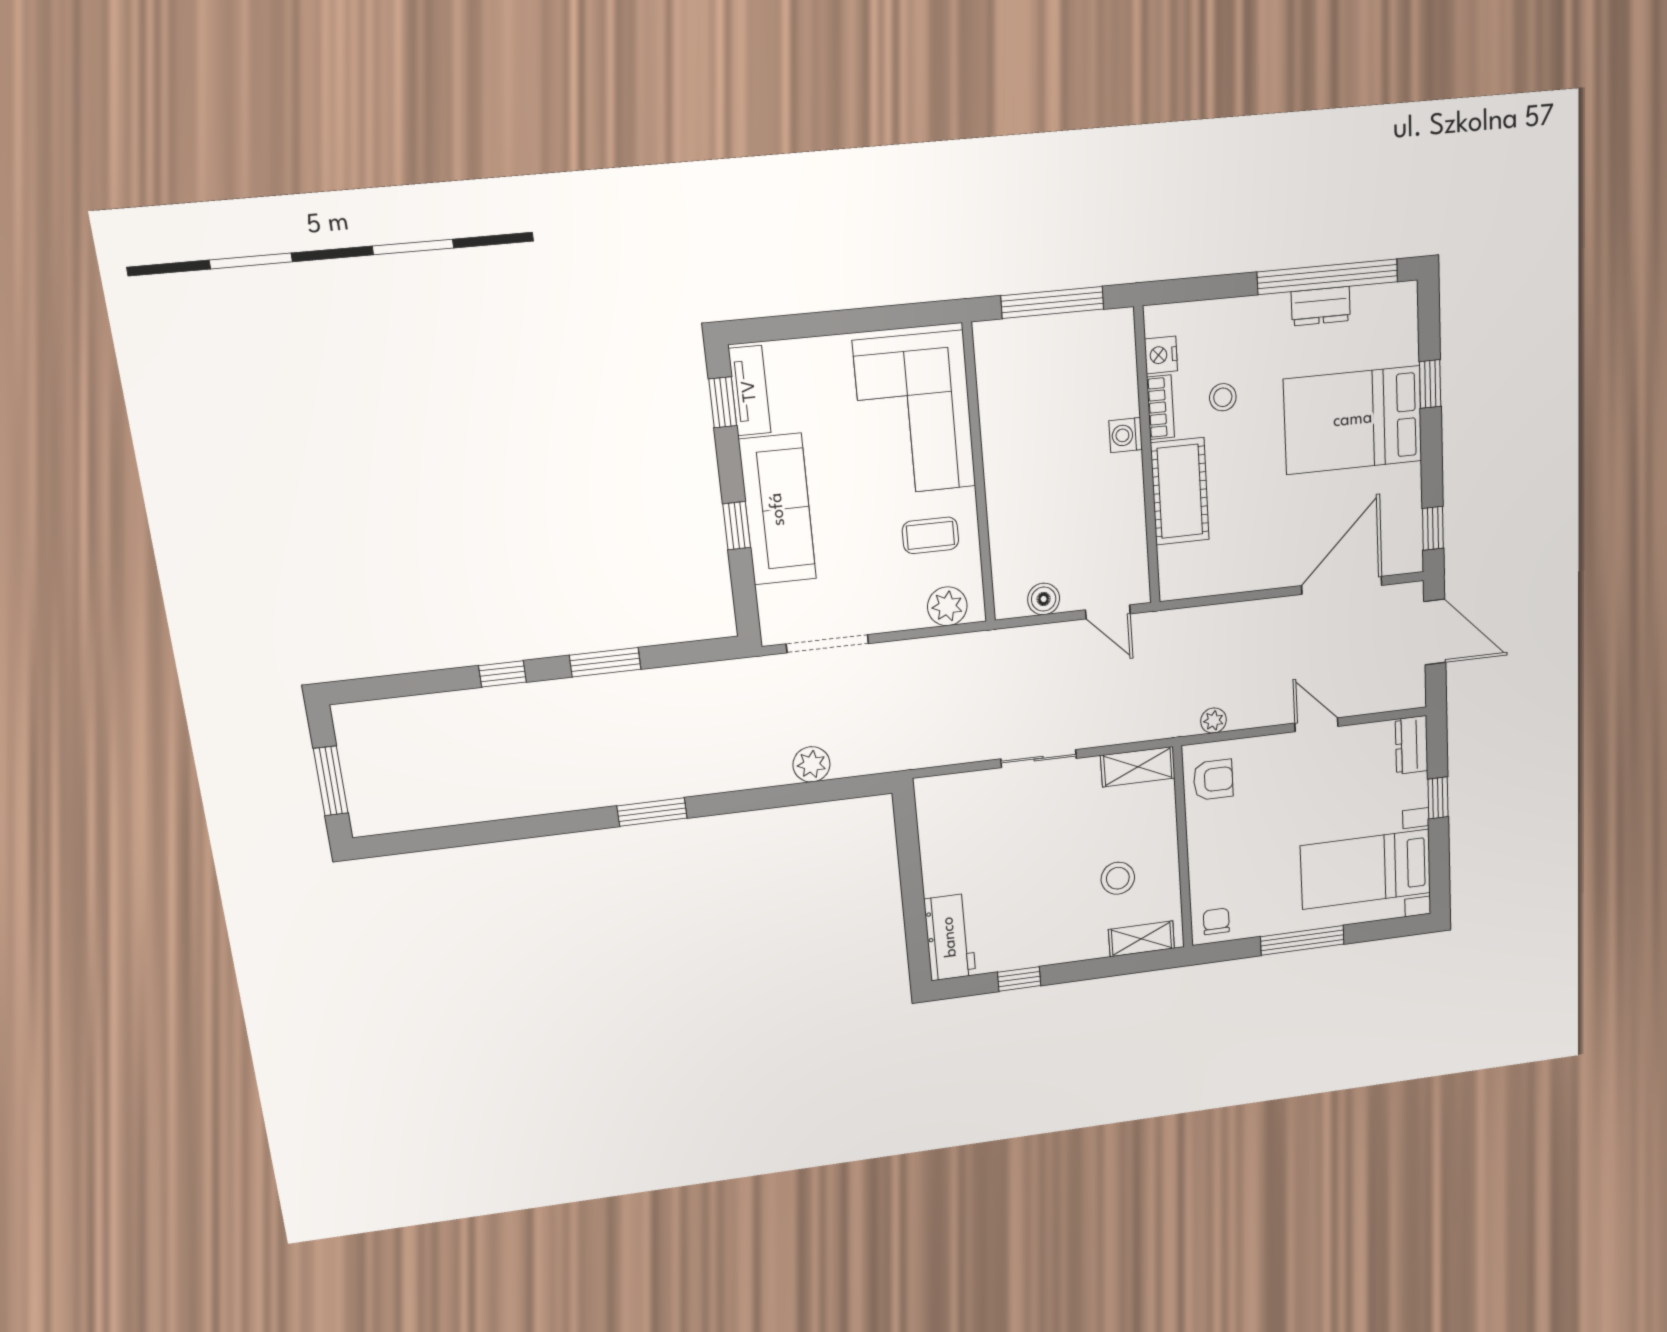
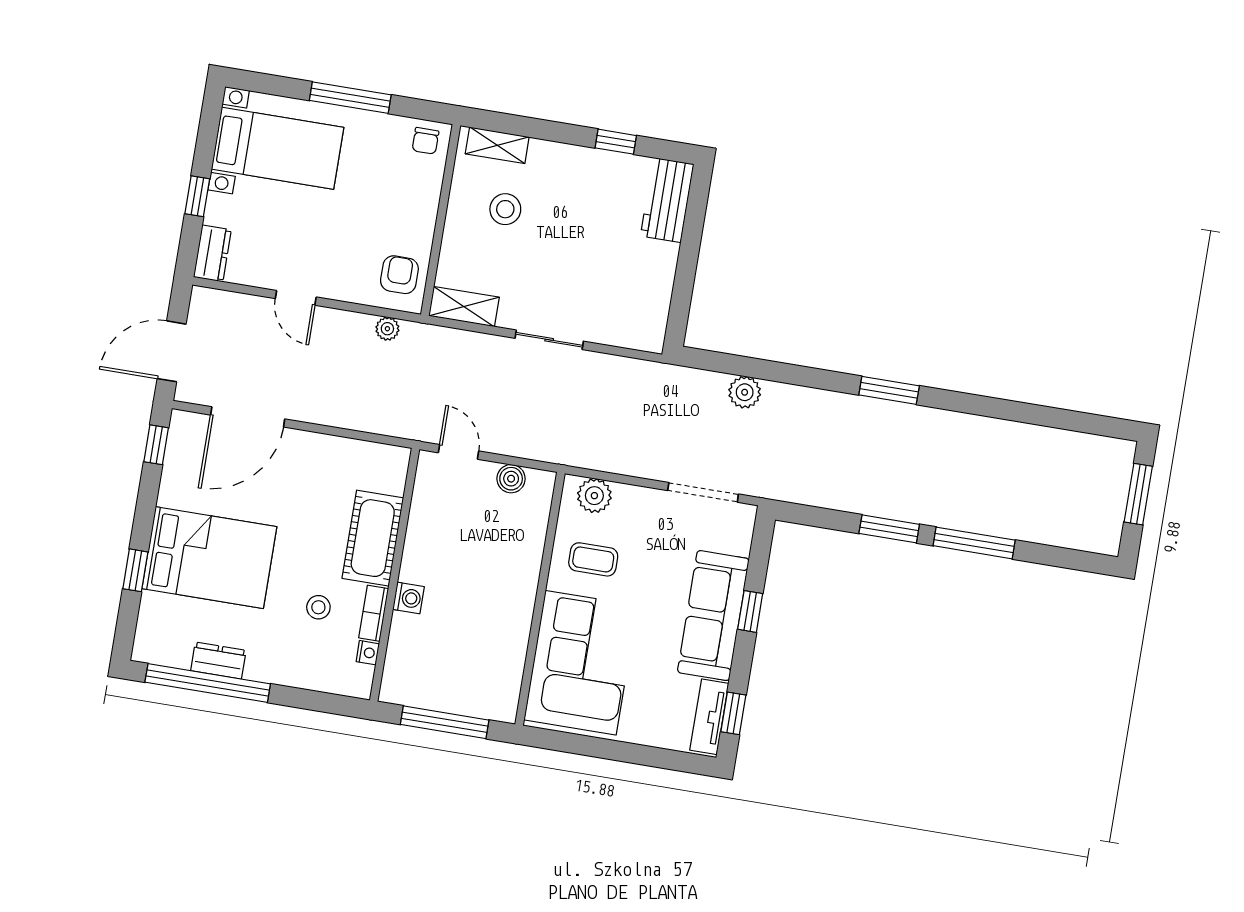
nightstand: (1161, 355) -> (368, 653), width x0.72, depth x0.74
door: (1435, 632) -> (172, 351), hinge flipped
window: (502, 674) -> (974, 543), width x2.17
armchair: (1213, 780) -> (399, 275), turned 90

